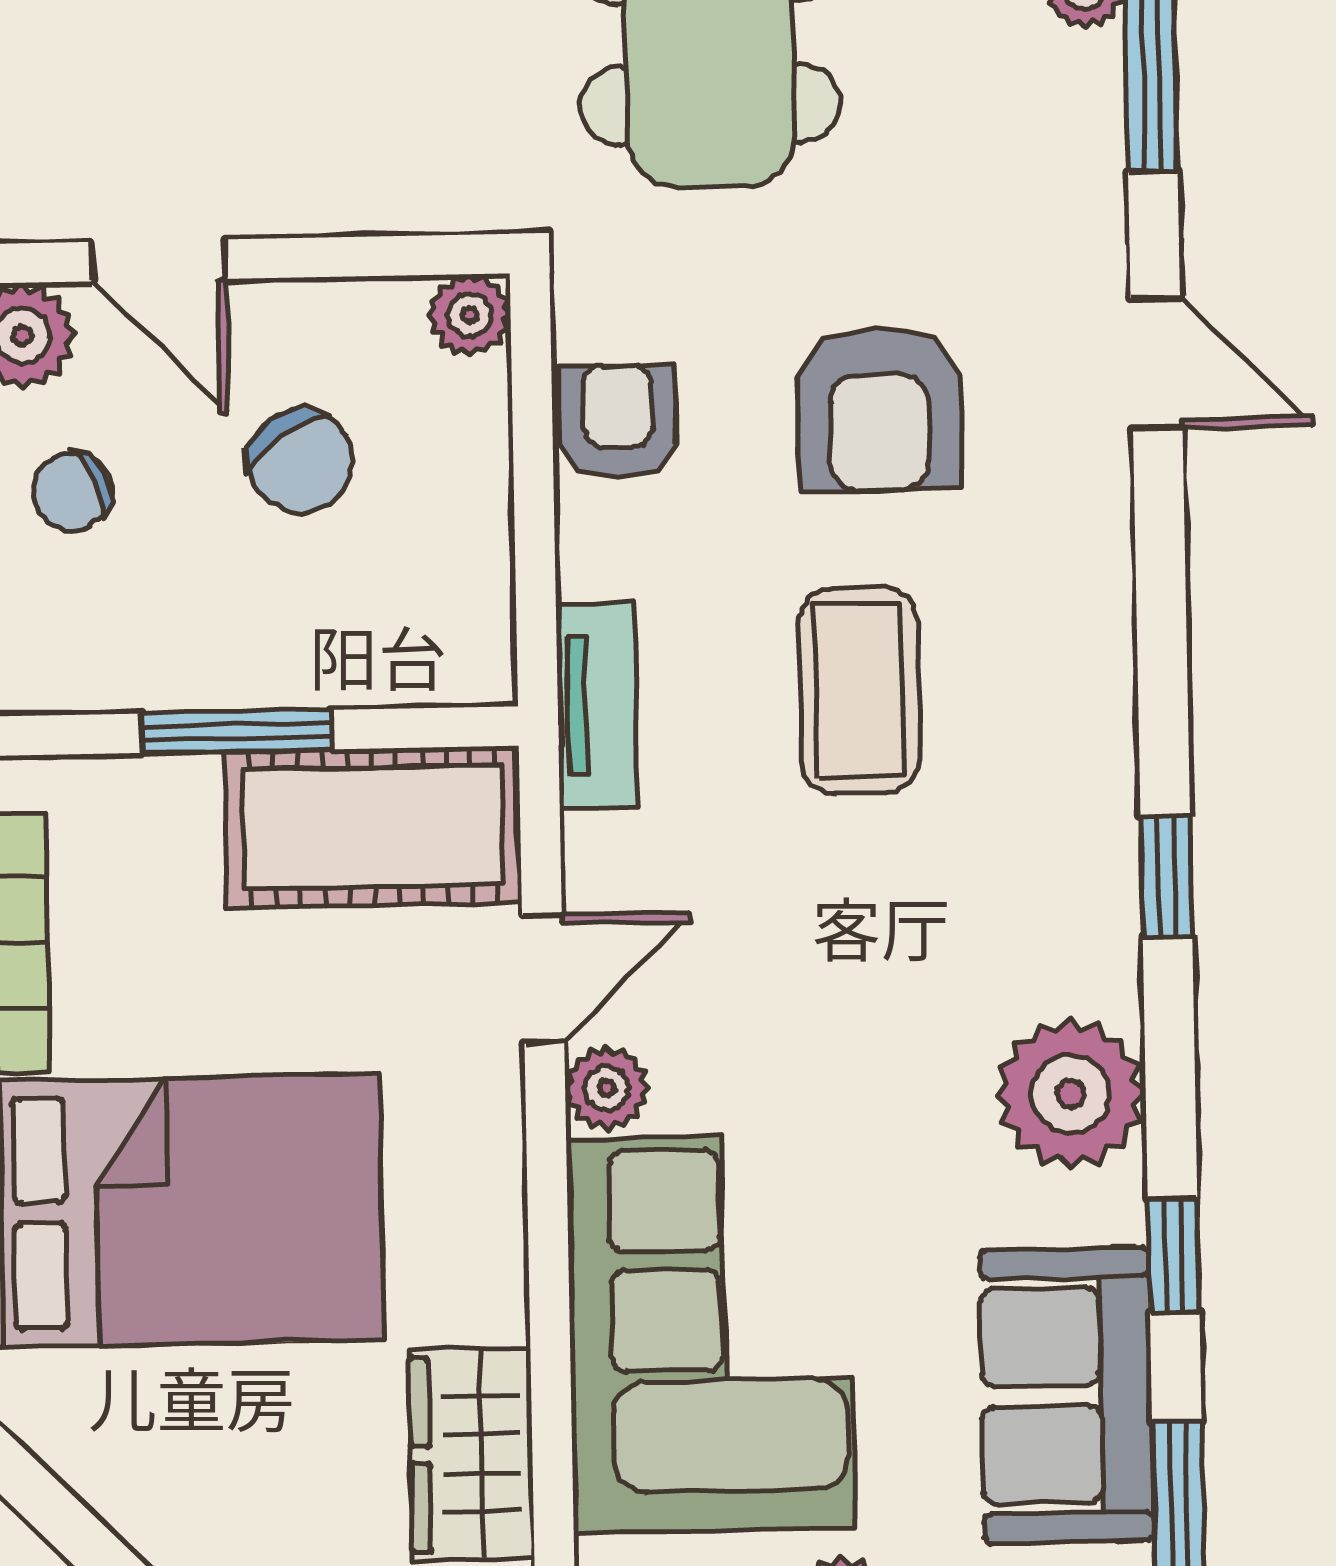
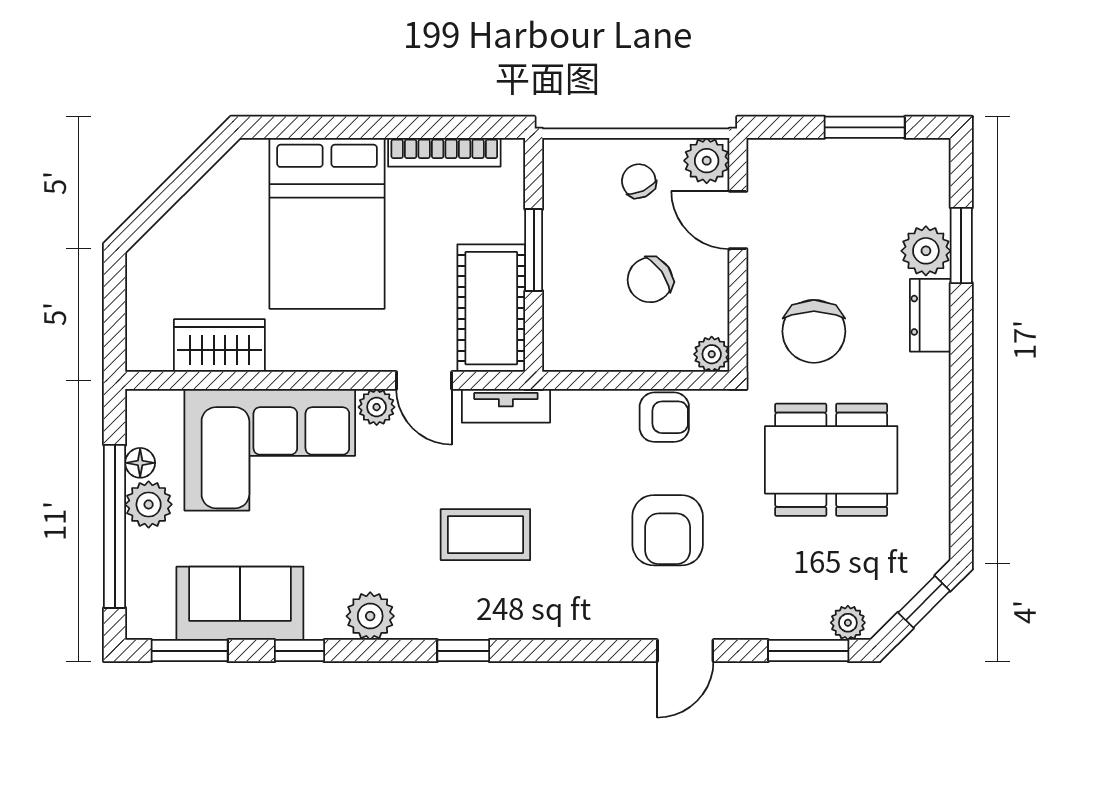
chair: (412, 80) -> (814, 331), added
door: (158, 260) -> (738, 220), hinge flipped
armchair: (879, 409) -> (668, 530), turned -90
coffee table: (859, 690) -> (485, 535), moved
tv unit: (597, 705) -> (506, 406), moved
plant: (1070, 1094) -> (370, 616), width x0.73, depth x0.73

